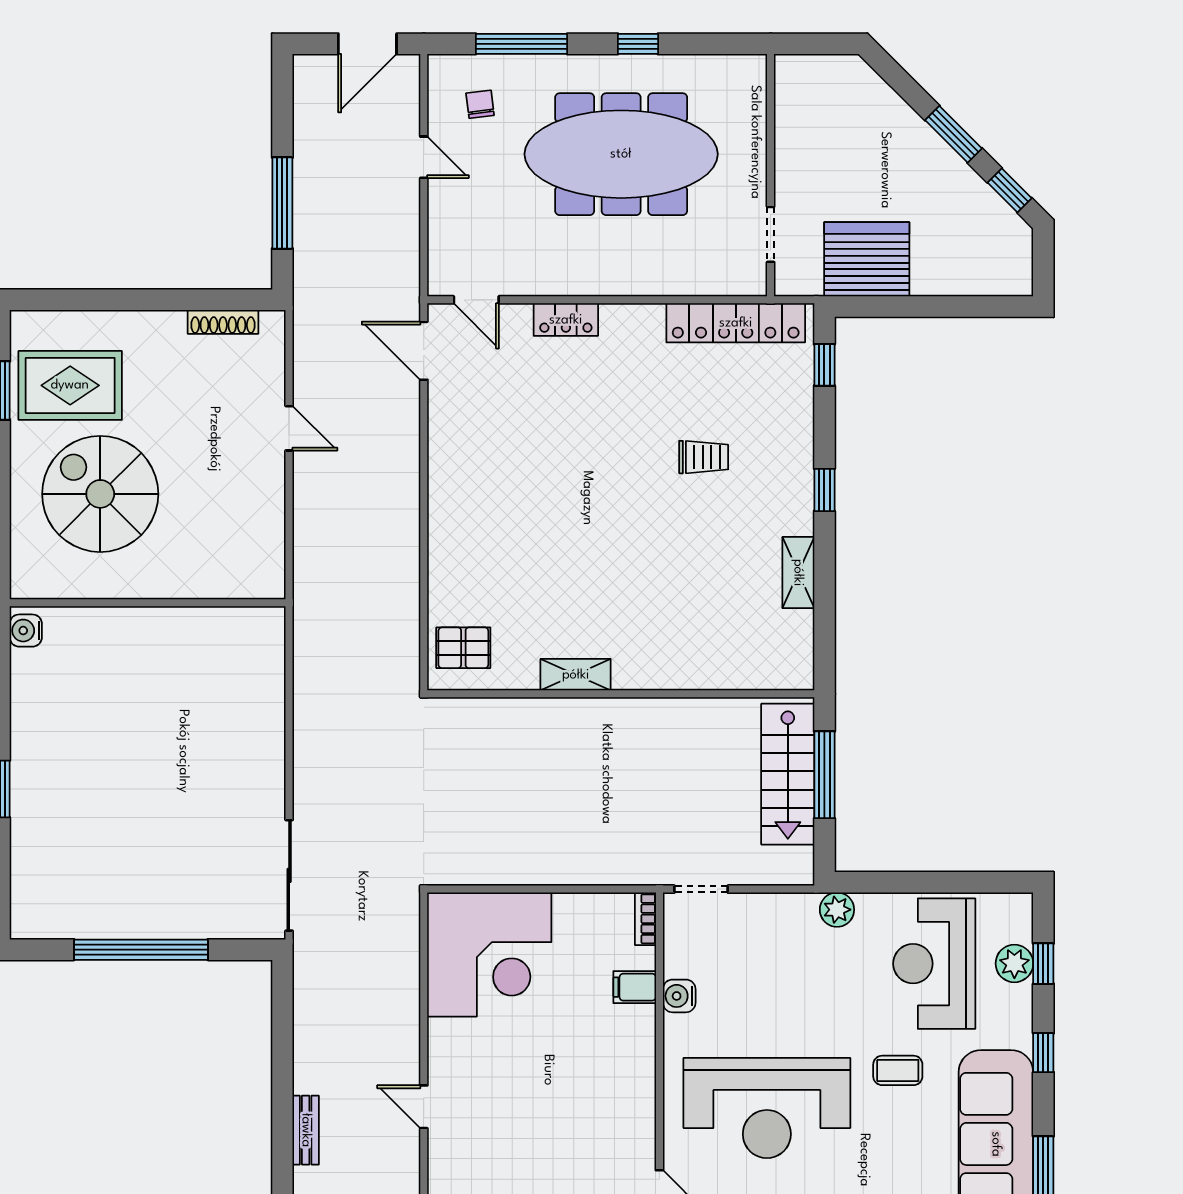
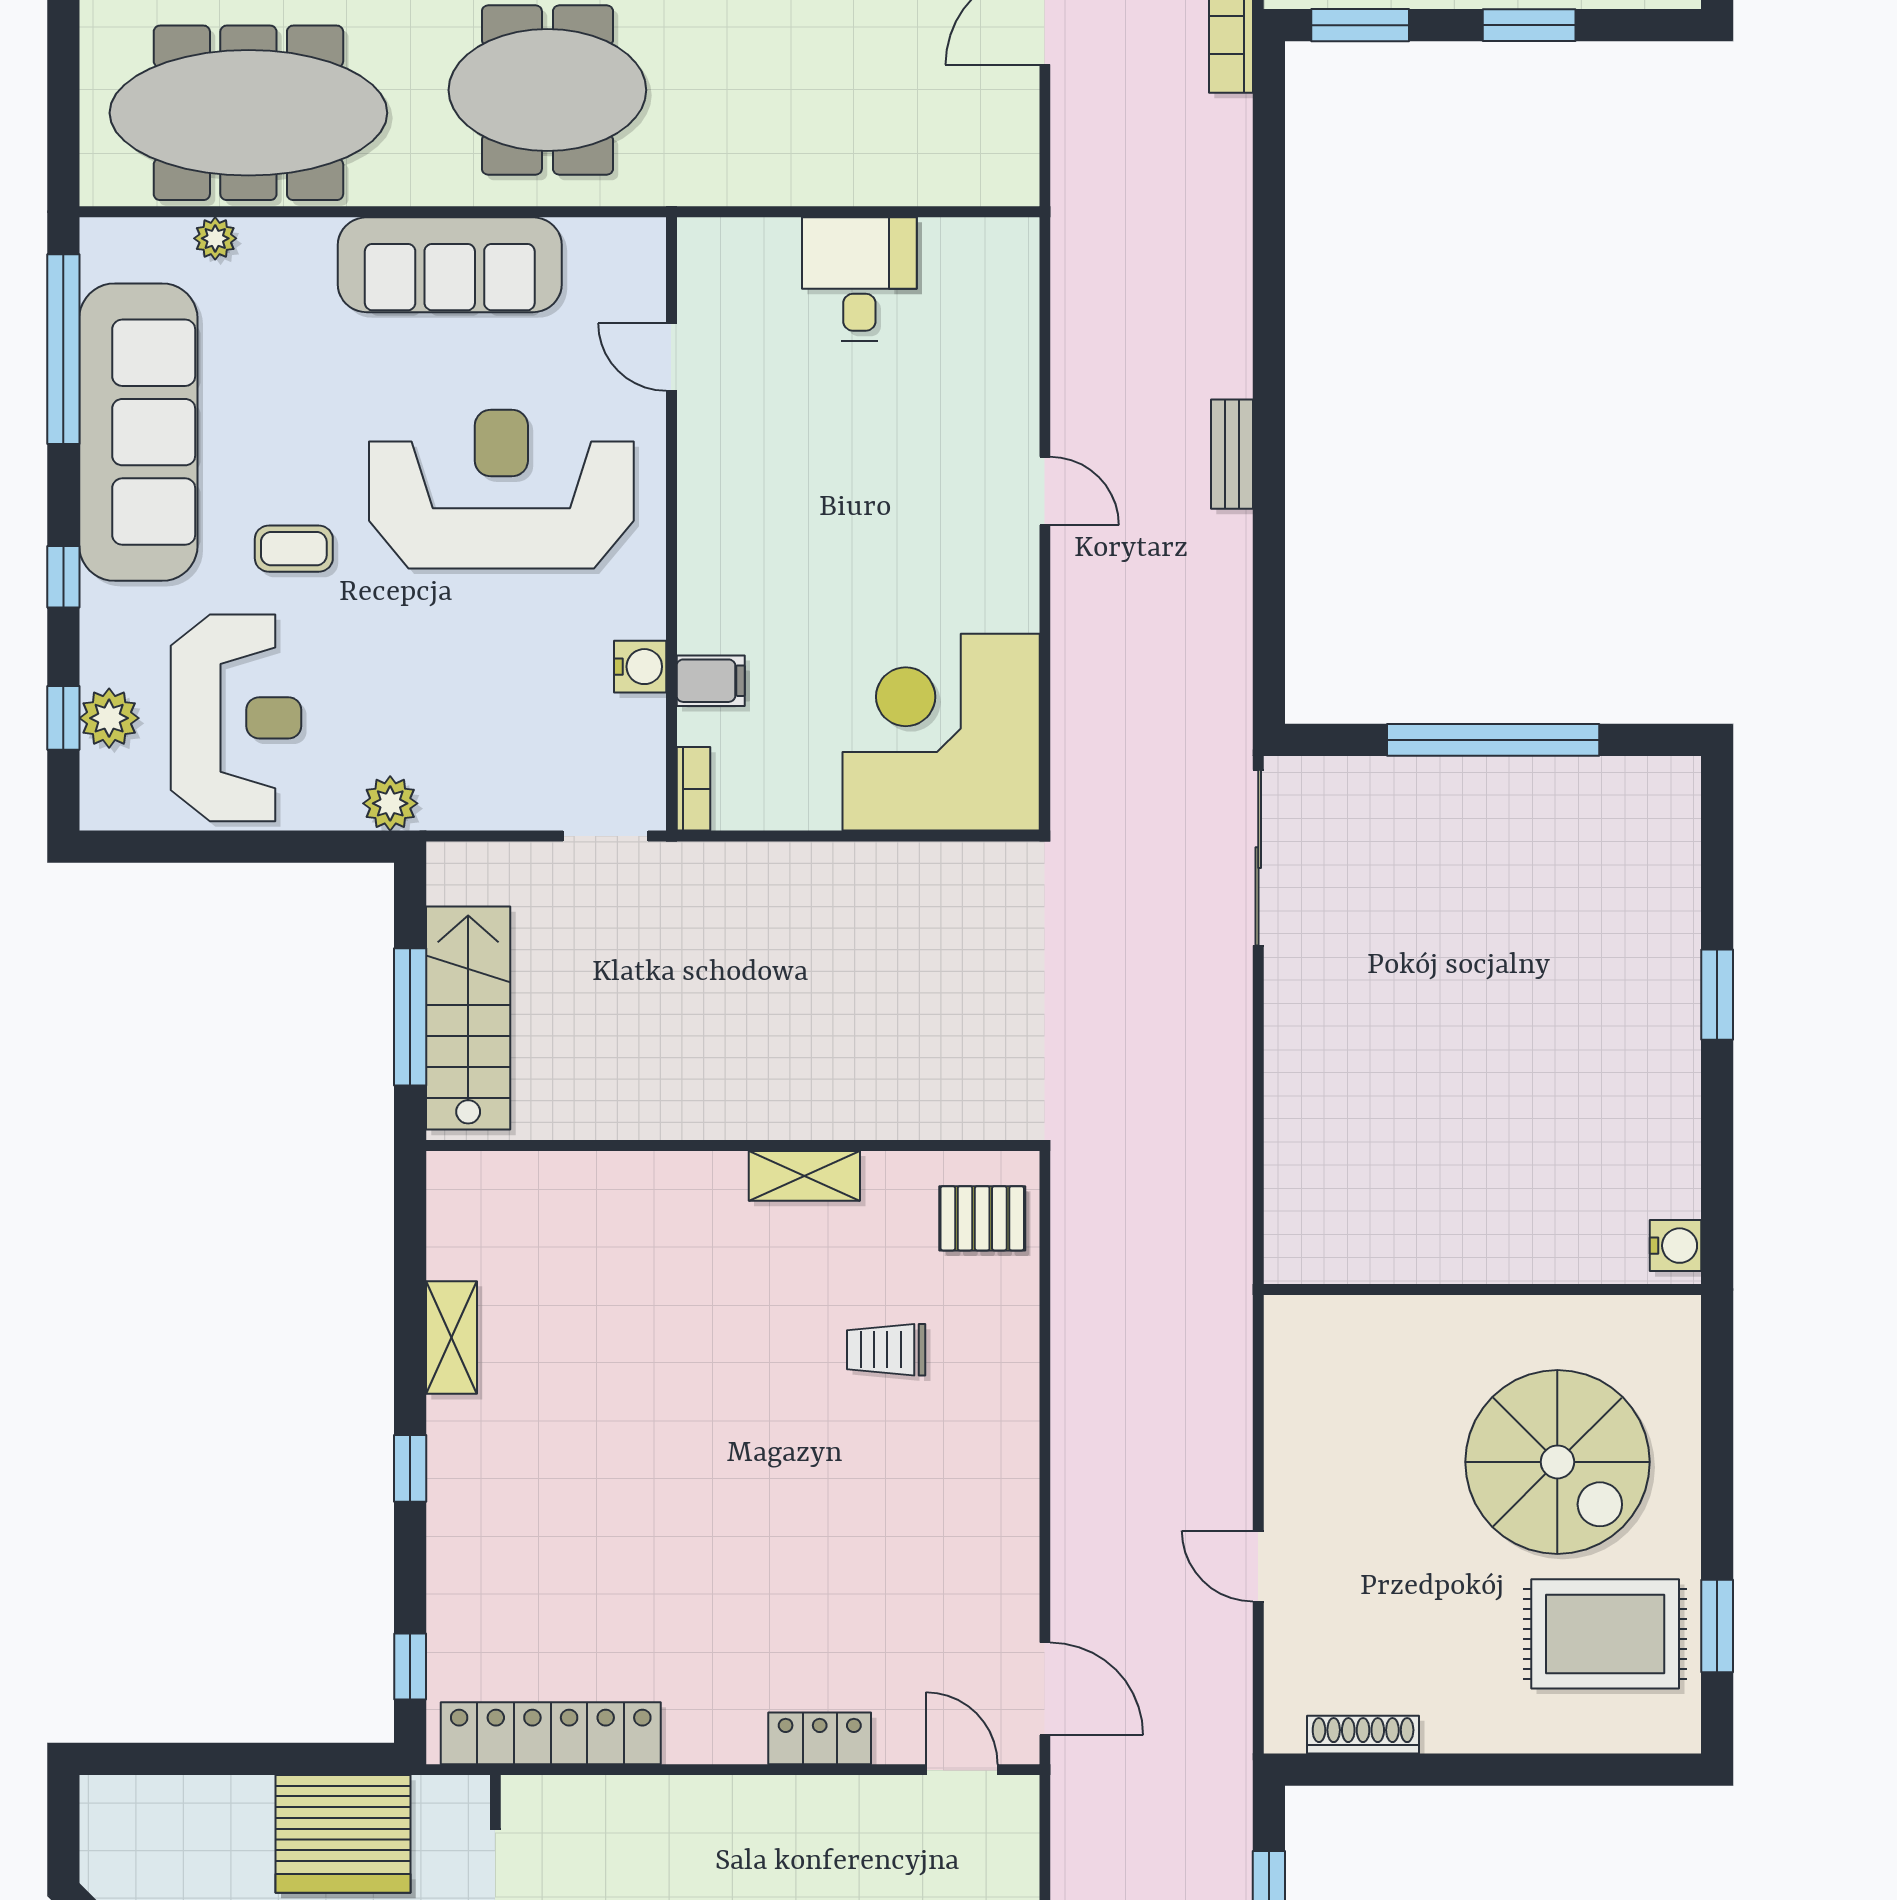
trolley: (704, 457) -> (886, 1350), moved

